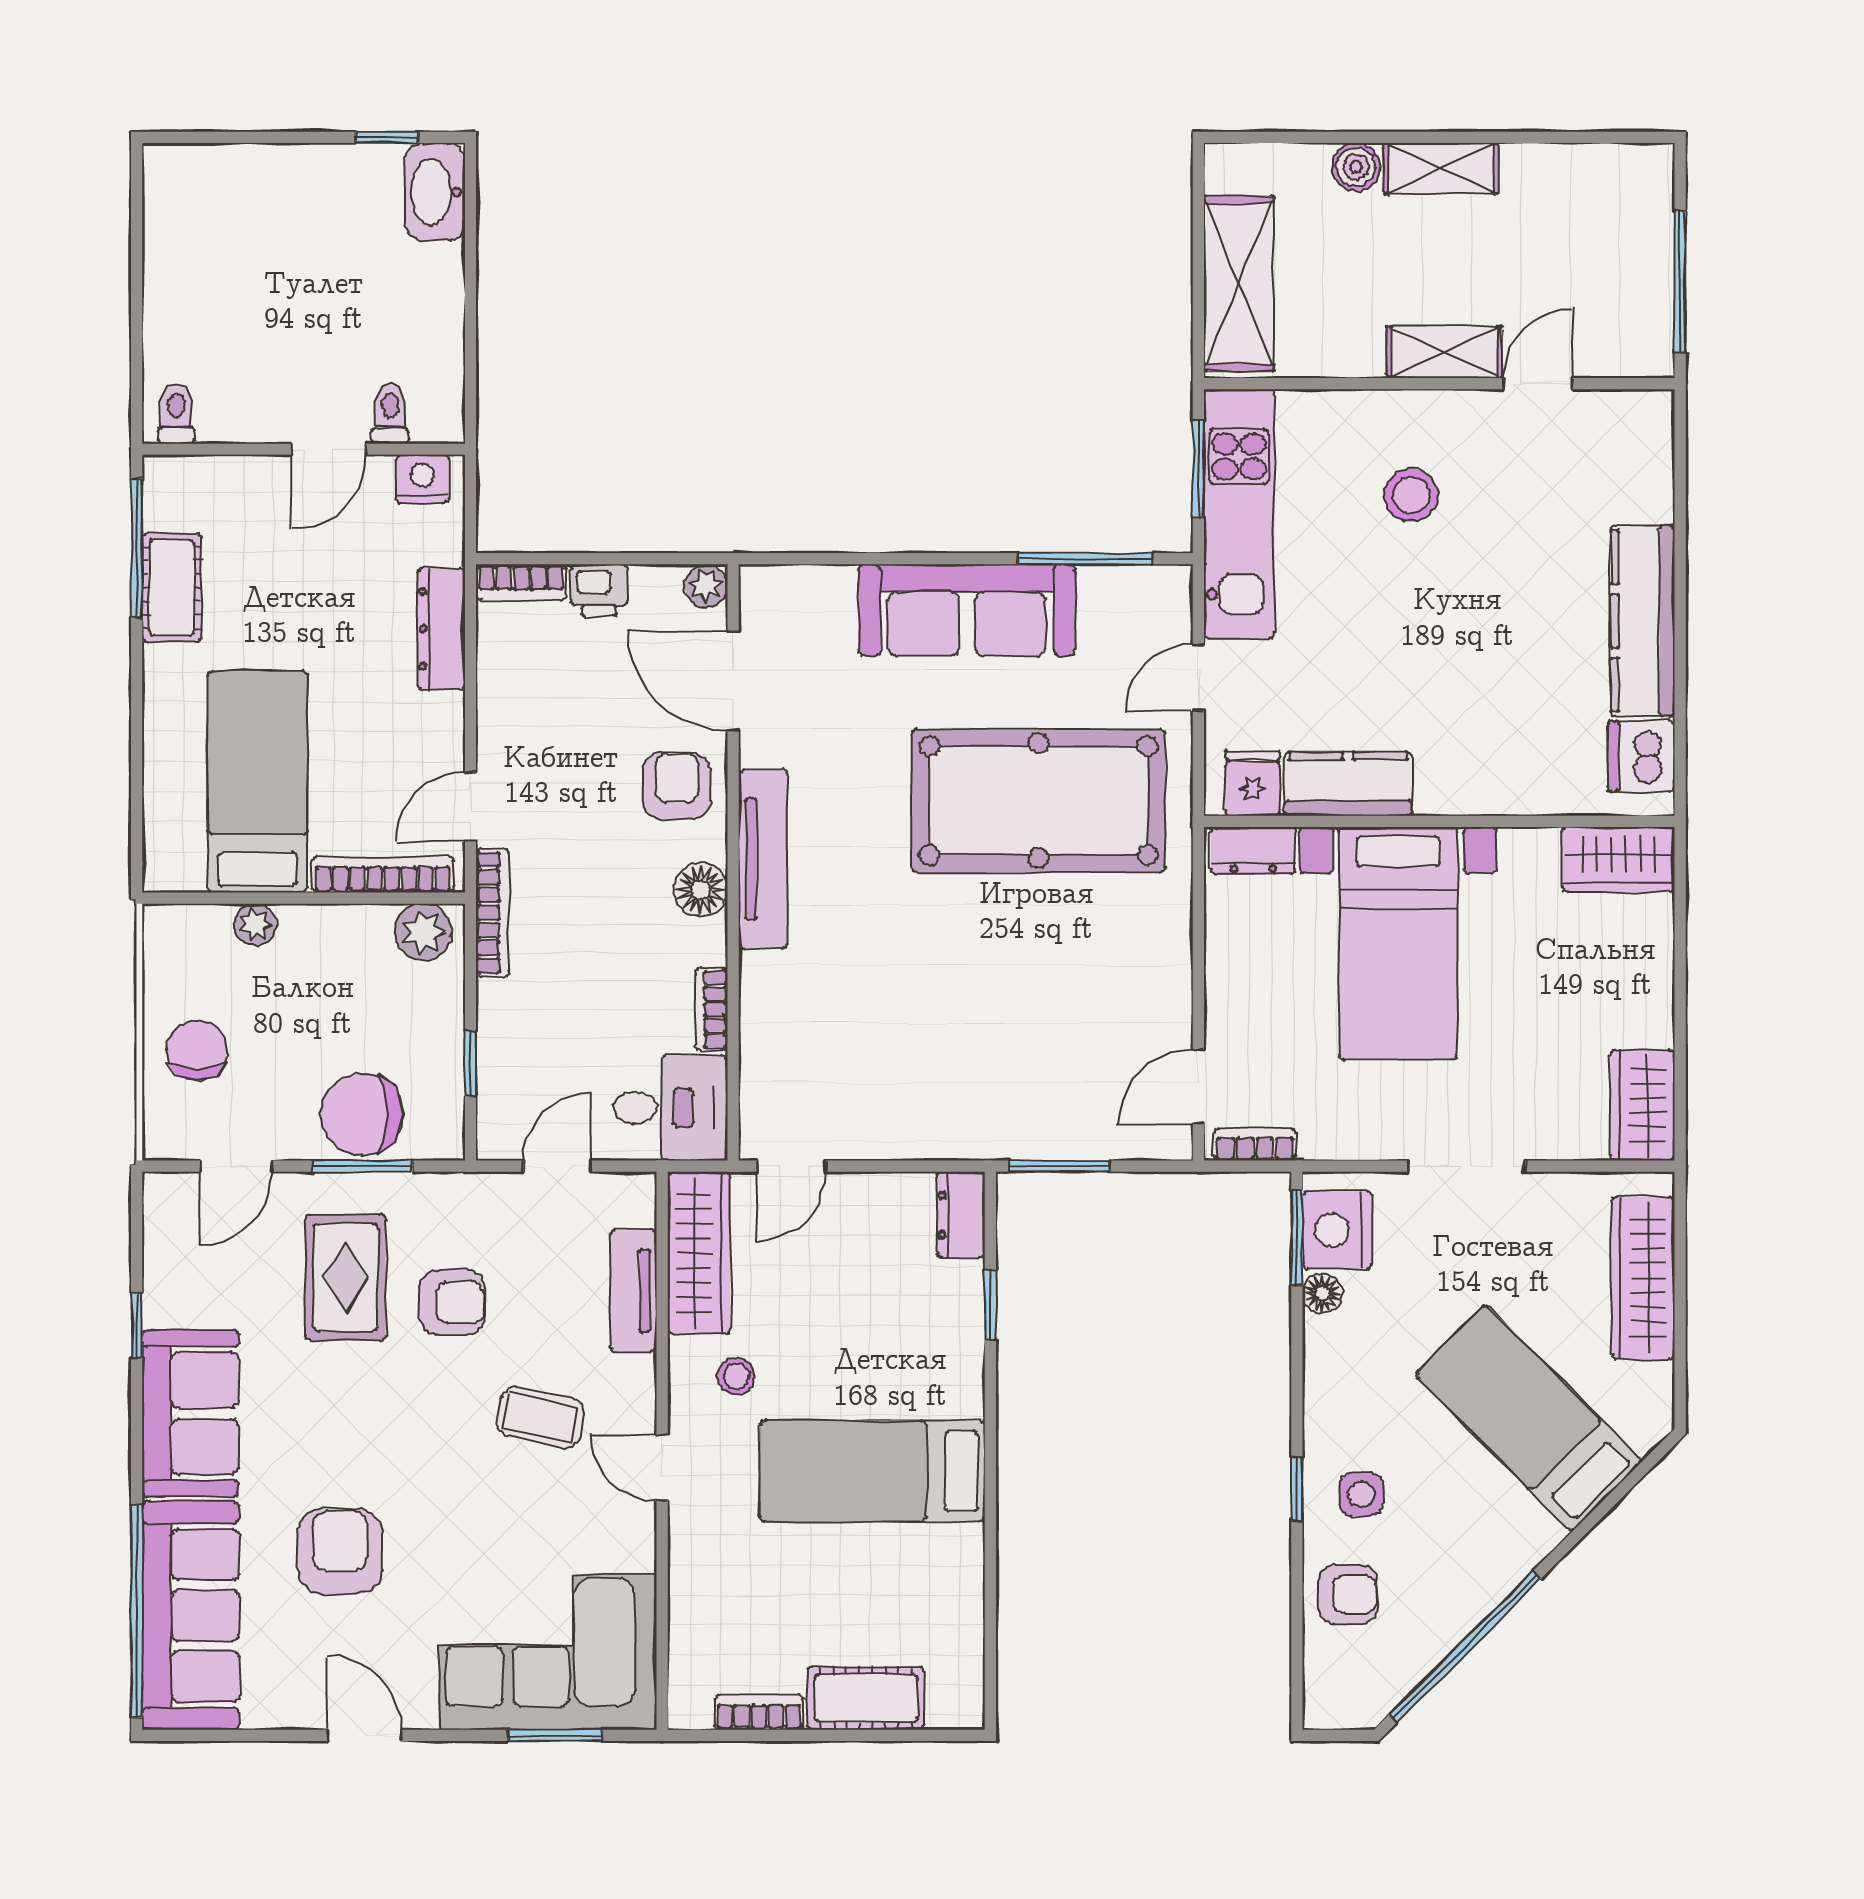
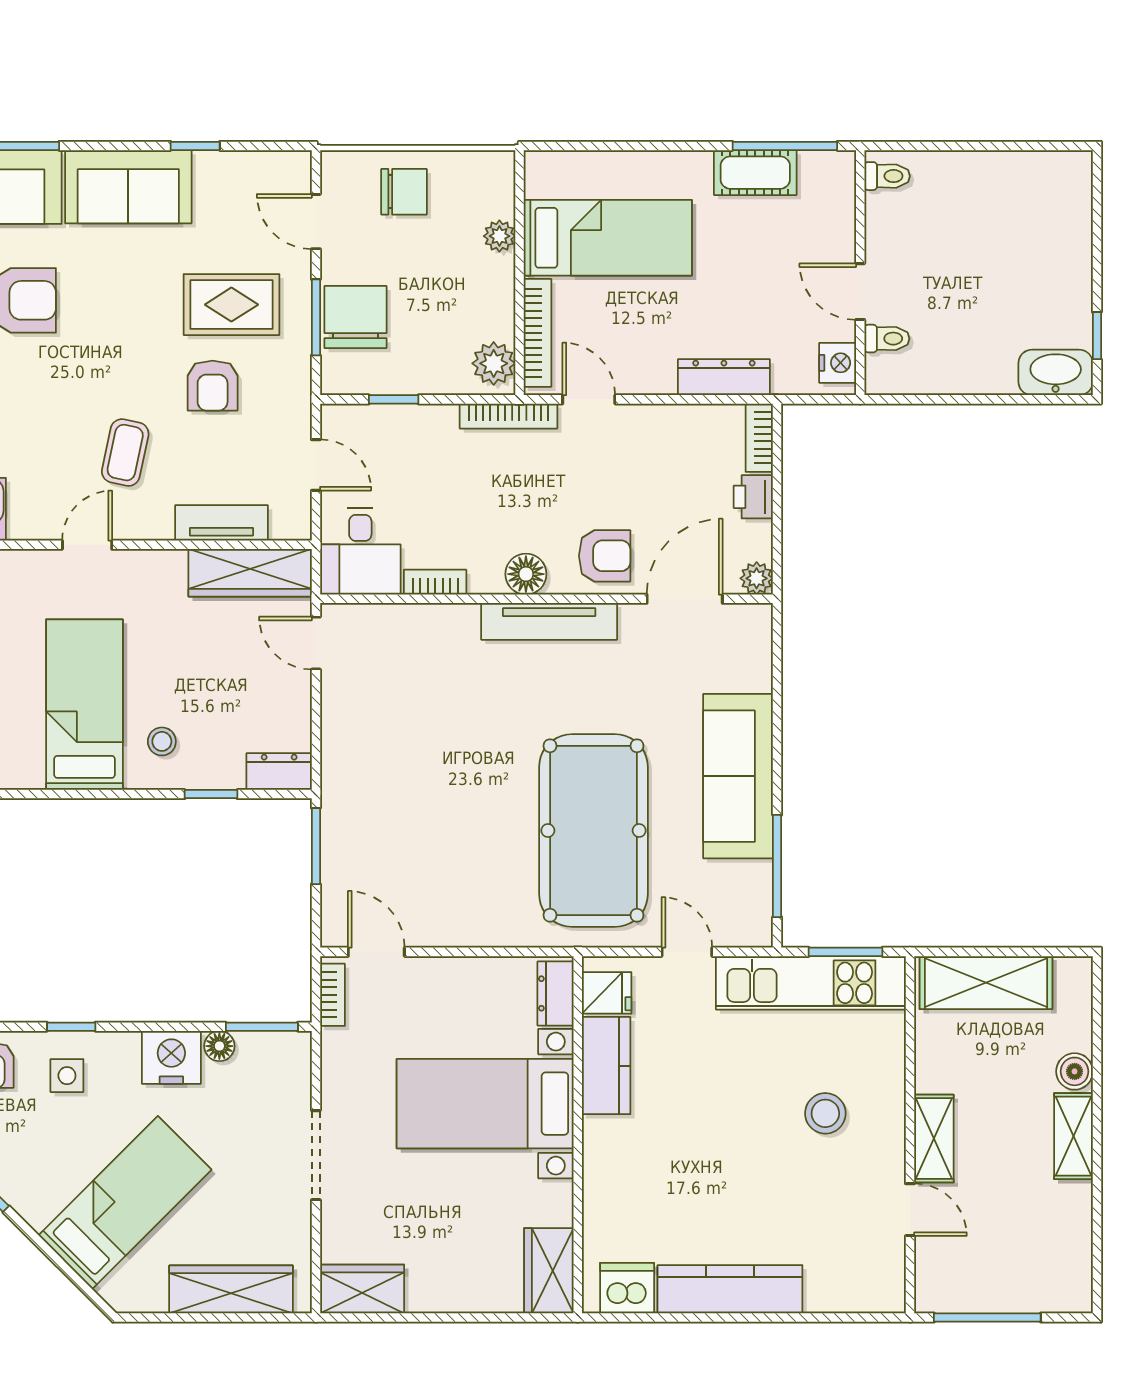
nightstand: (1337, 1230) -> (171, 1057), moved
stool: (736, 1376) -> (162, 741), moved

